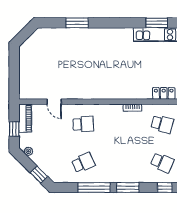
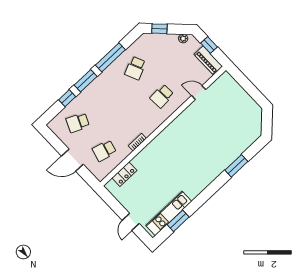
window: (165, 187) -> (67, 98), moved

